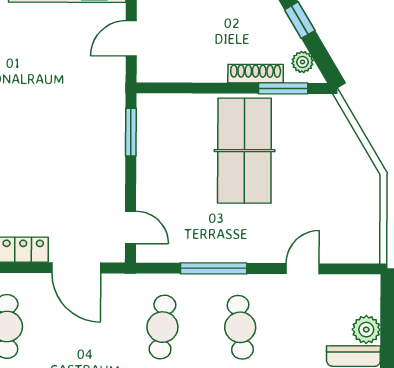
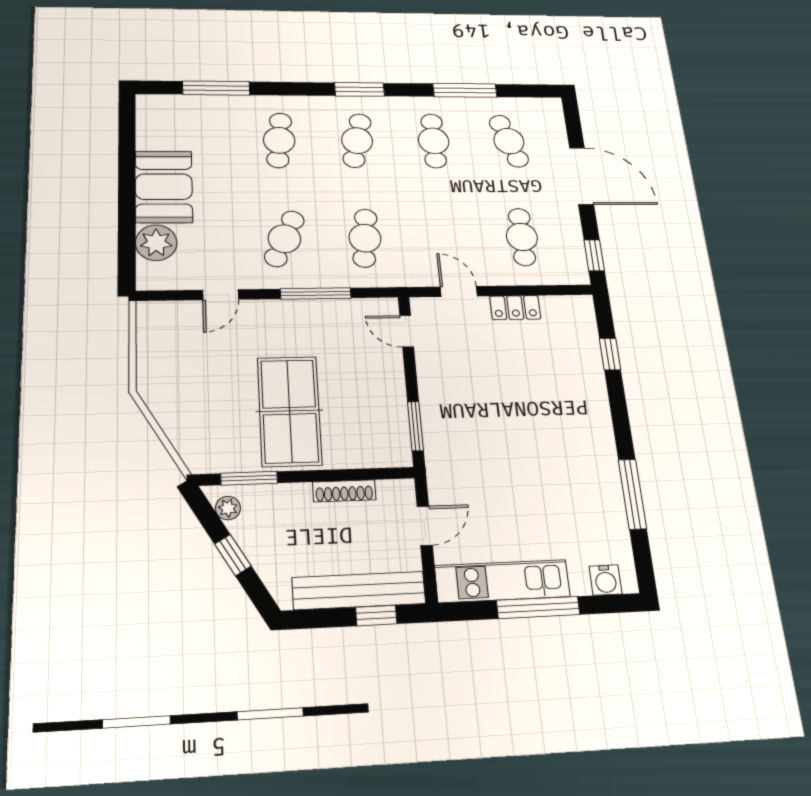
shoe rack: (256, 74) -> (344, 491), moved
door: (76, 268) -> (459, 291), width x0.73
cafe table: (240, 327) -> (284, 239), turned 30
plant: (366, 330) -> (156, 243), width x1.36, depth x1.36

